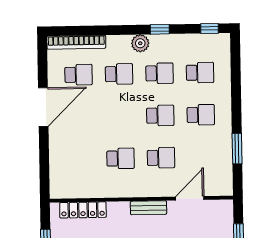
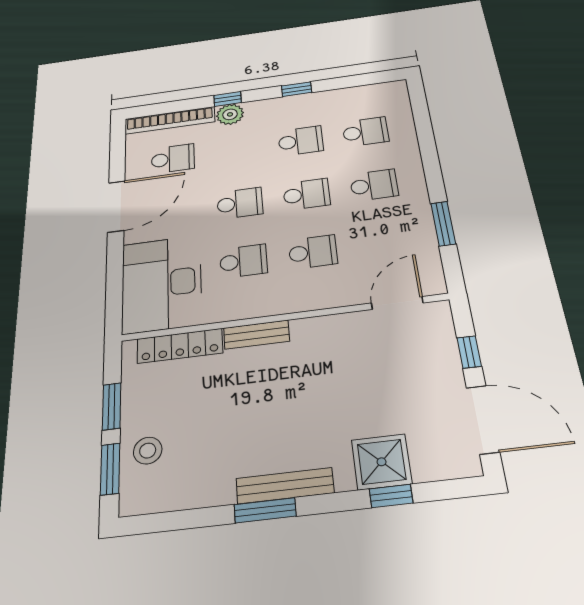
window: (210, 28) -> (228, 99), moved
plant: (140, 43) -> (230, 114), moved
school desk: (119, 74) -> (240, 203), moved
desk: (72, 168) -> (162, 284), added
door: (190, 198) -> (397, 303), moved
bench: (148, 208) -> (256, 335), moved

